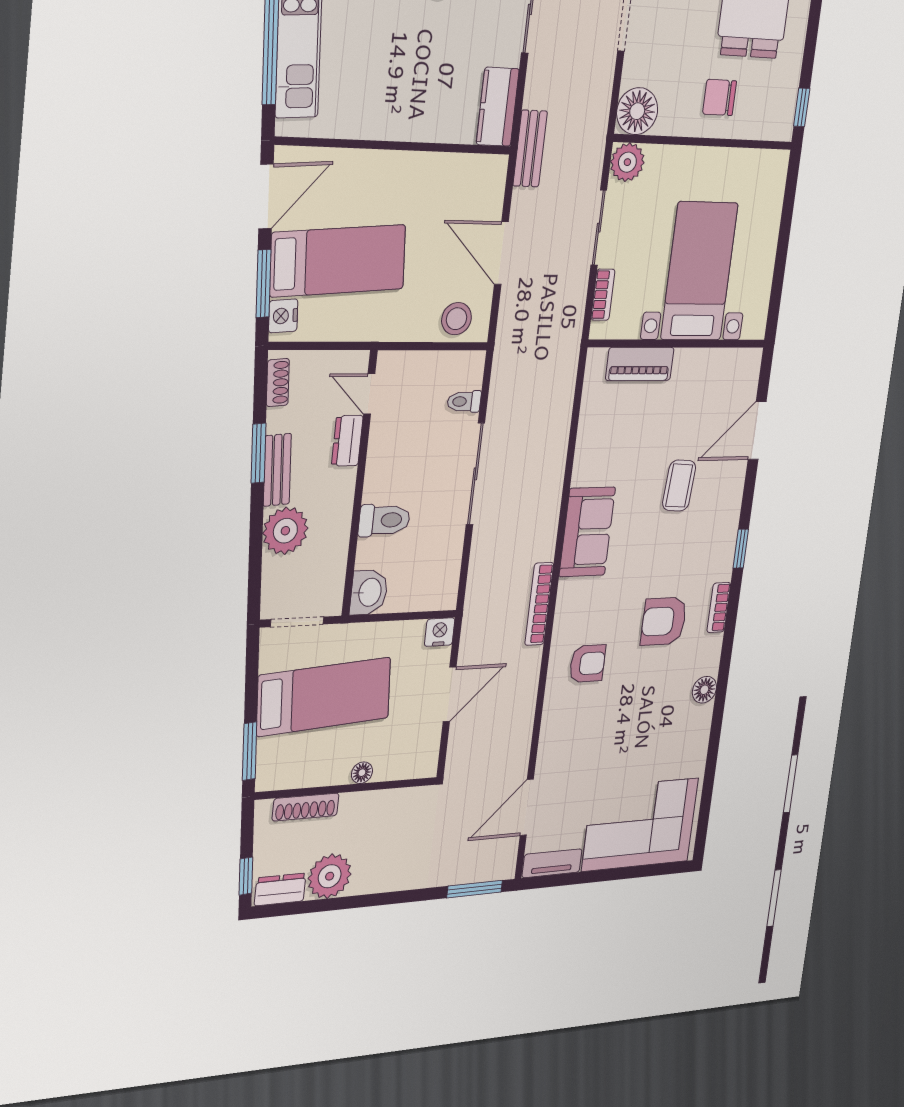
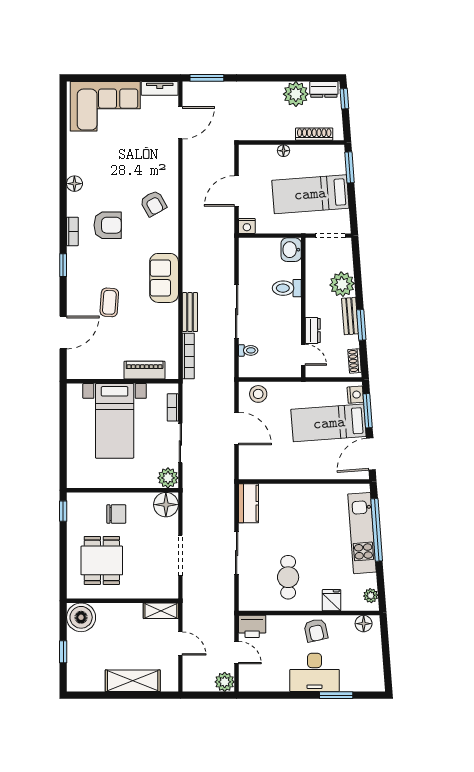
bench: (530, 149) -> (190, 312), moved
bookcase: (539, 604) -> (188, 356), moved
armchair: (587, 664) -> (153, 203), turned -119

